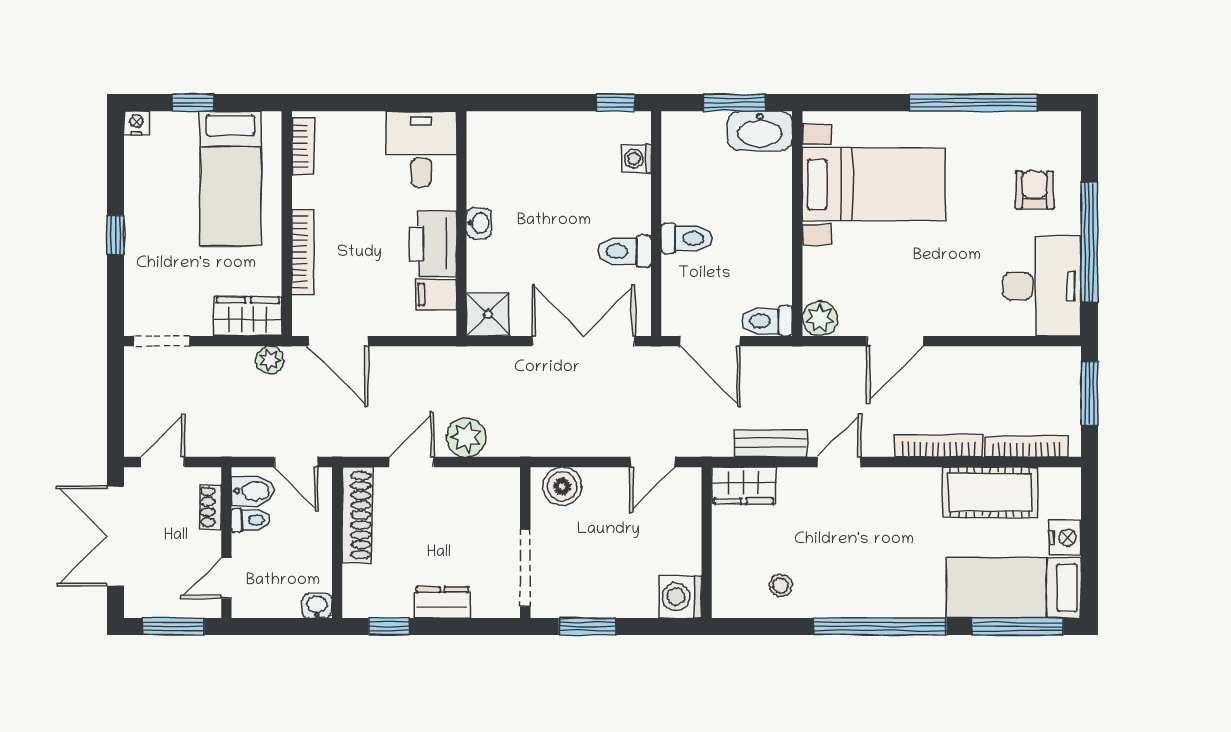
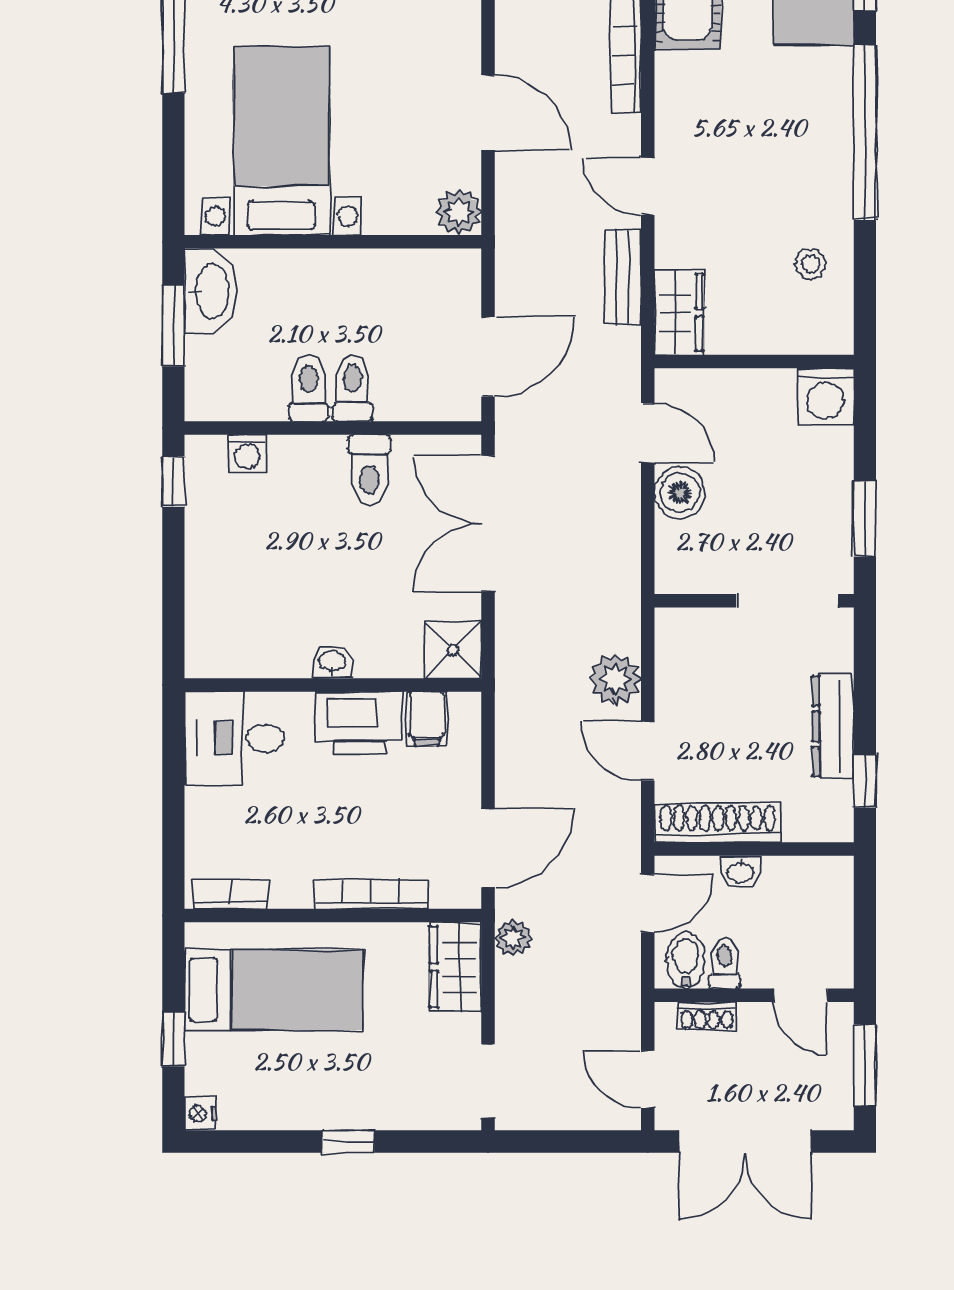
toilet: (767, 321) -> (309, 388), moved, turned 180
boiler: (562, 486) -> (680, 493), moved
dresser: (442, 602) -> (833, 726), width x1.44
washbasin: (317, 606) -> (741, 872), moved, turned -90

